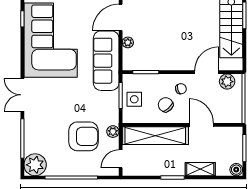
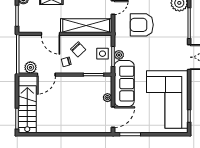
plant: (113, 132) -> (119, 55), moved

